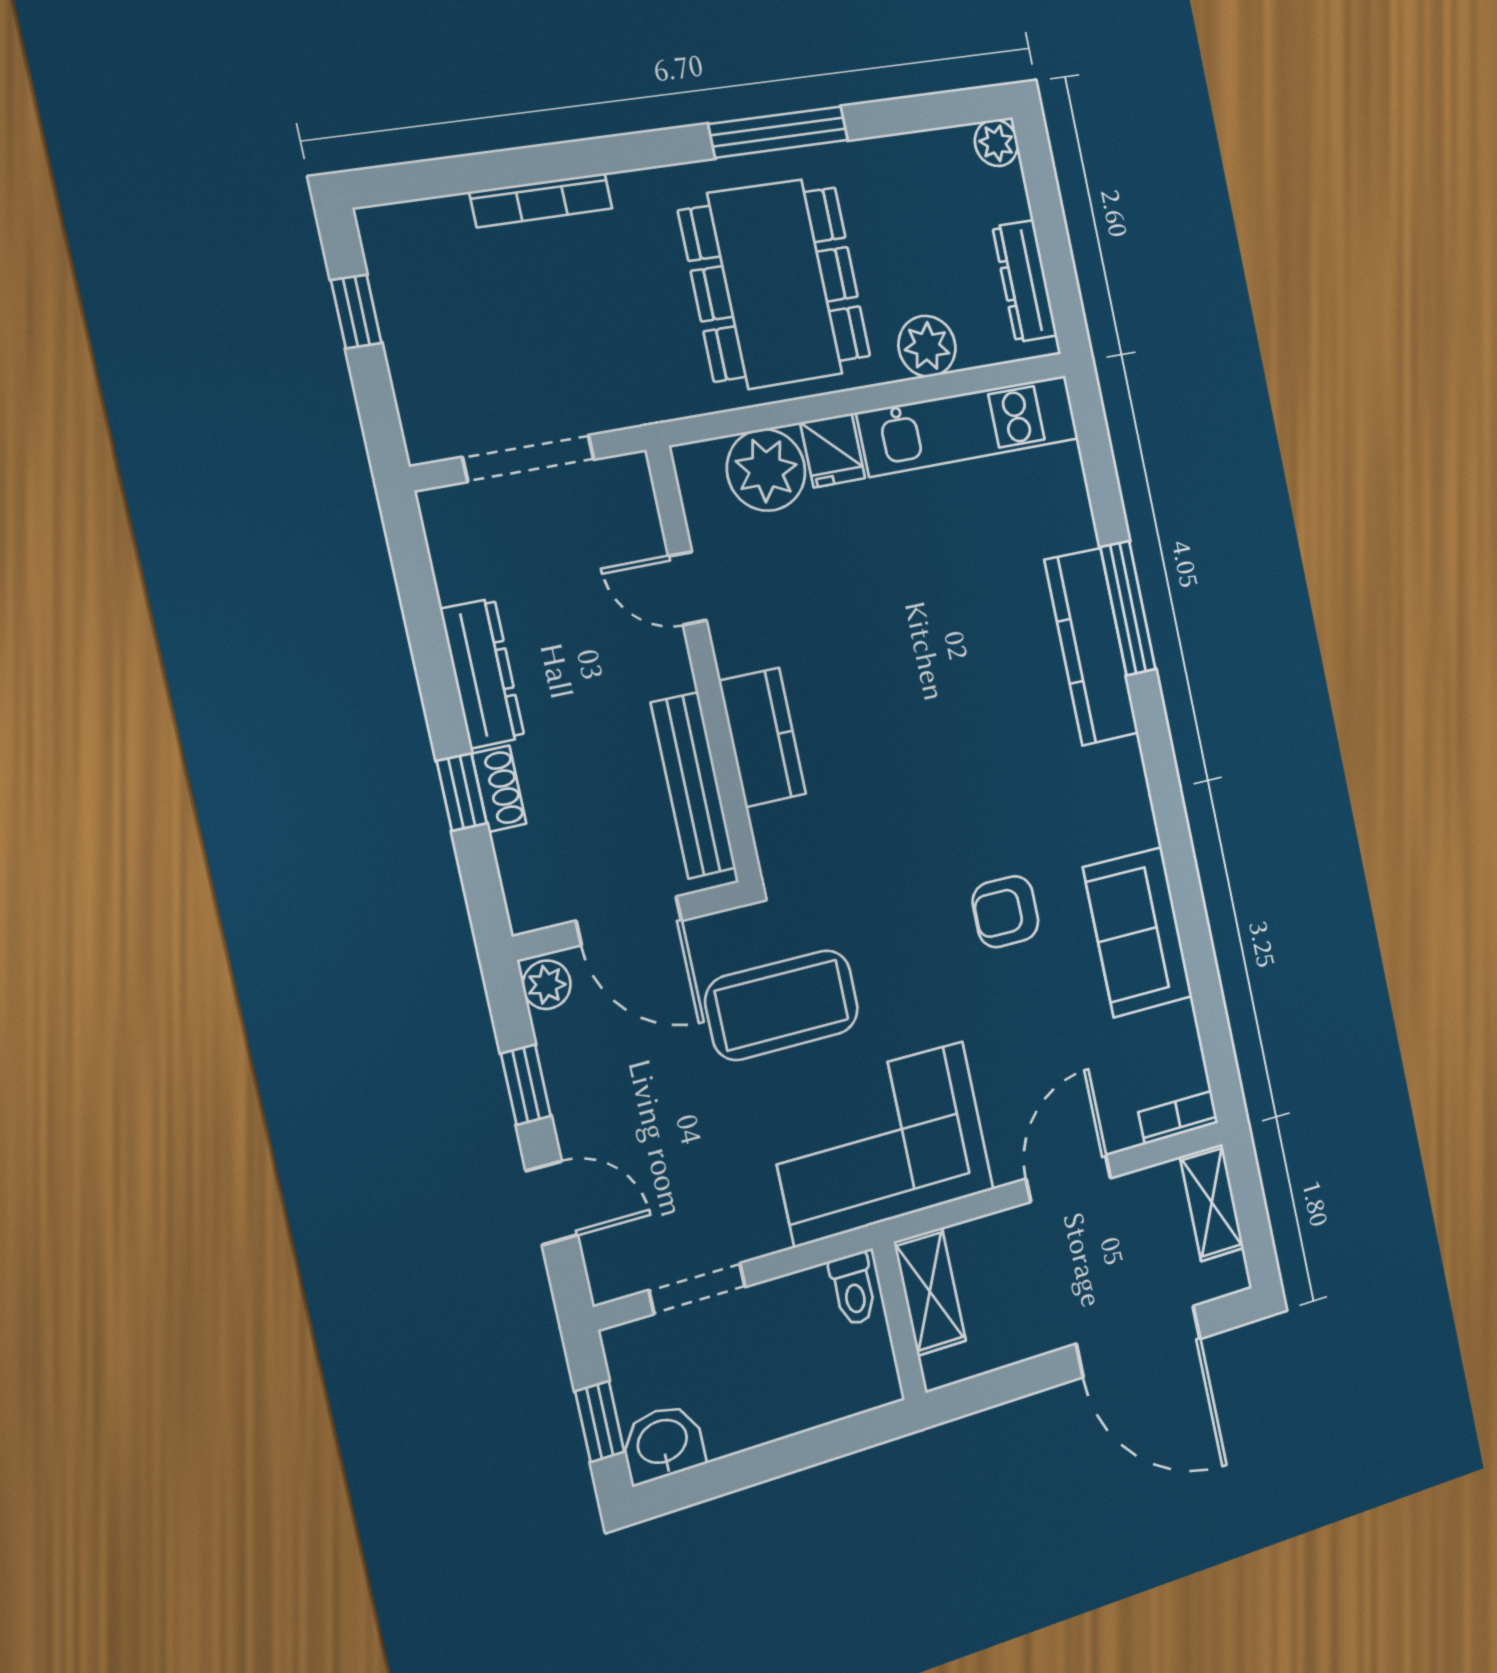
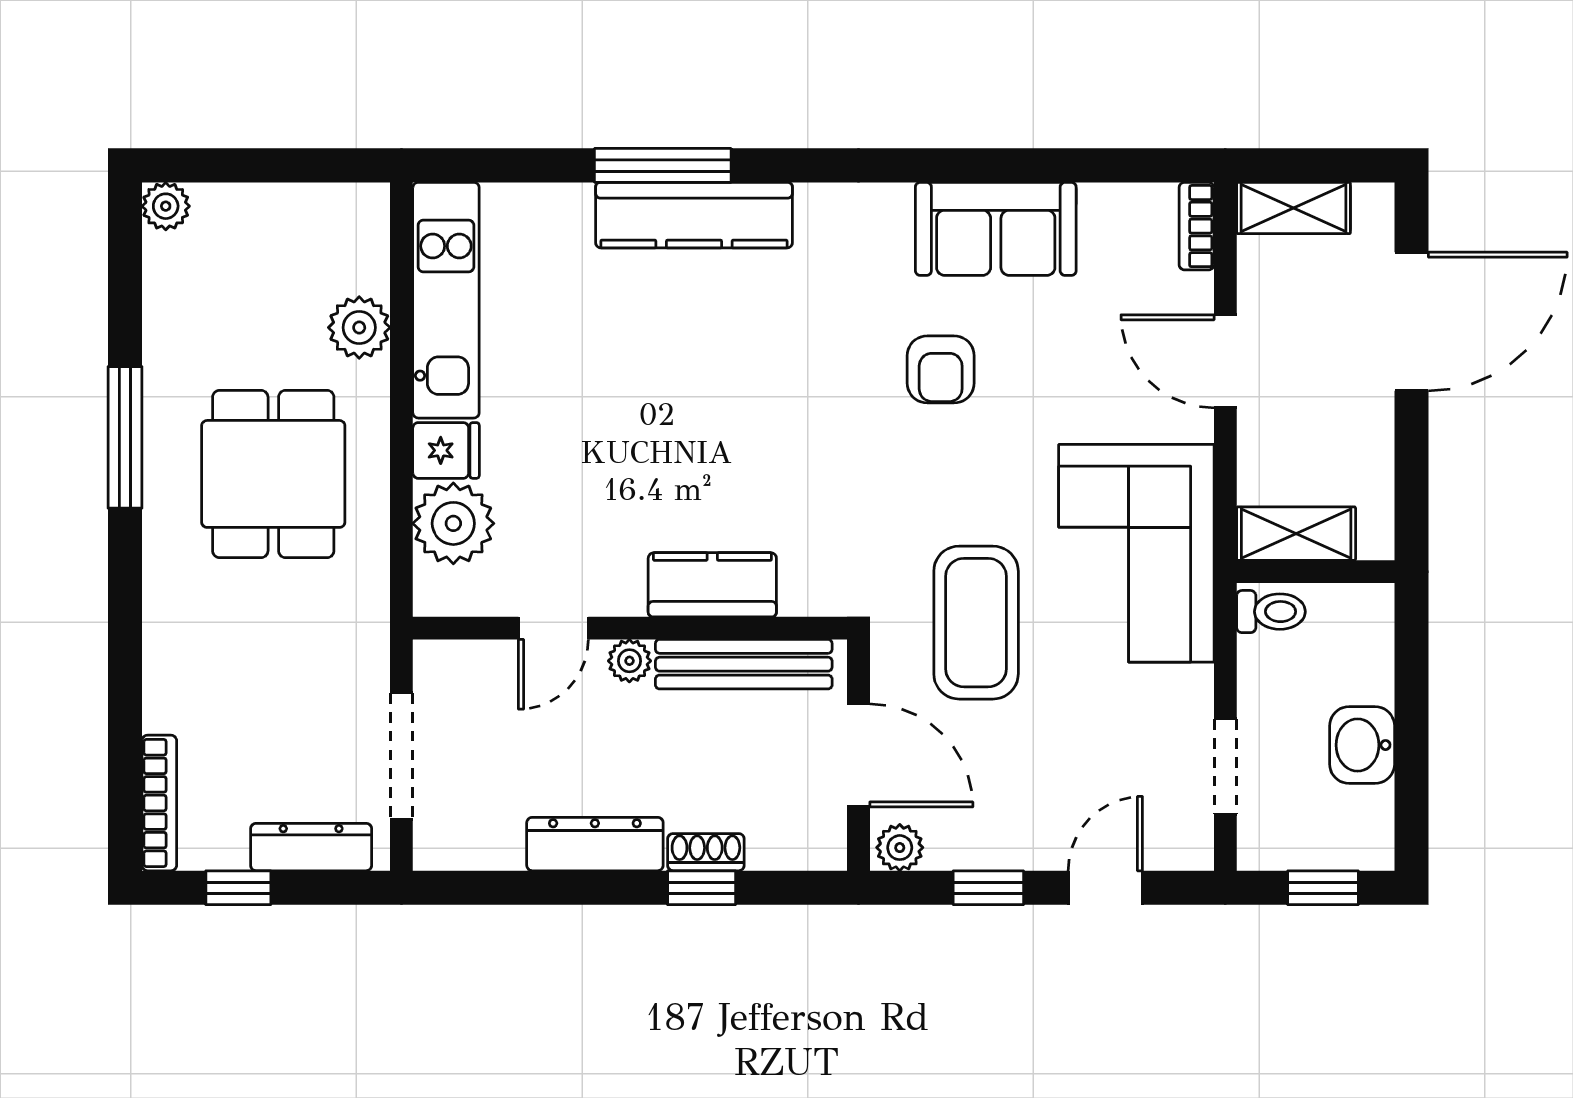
bookcase: (541, 200) -> (159, 803), moved
dresser: (1025, 281) -> (311, 847), moved, turned 180
dining table: (775, 284) -> (273, 474), width x0.73
plant: (672, 671) -> (629, 661), added
door: (629, 921) -> (859, 755), hinge flipped
washbasin: (663, 1443) -> (1362, 745), moved

